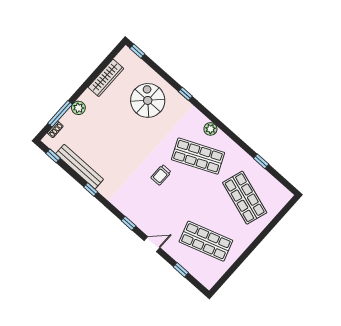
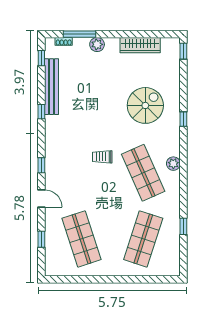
spiral stairs: (148, 100) -> (145, 105), moved

